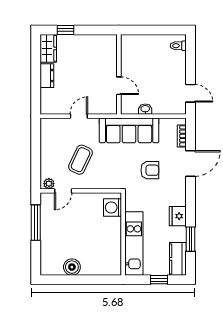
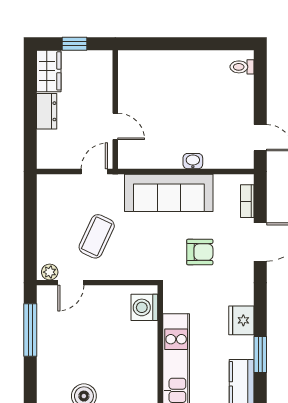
wall: (119, 74) -> (115, 110), moved
door: (119, 86) -> (115, 126), moved

